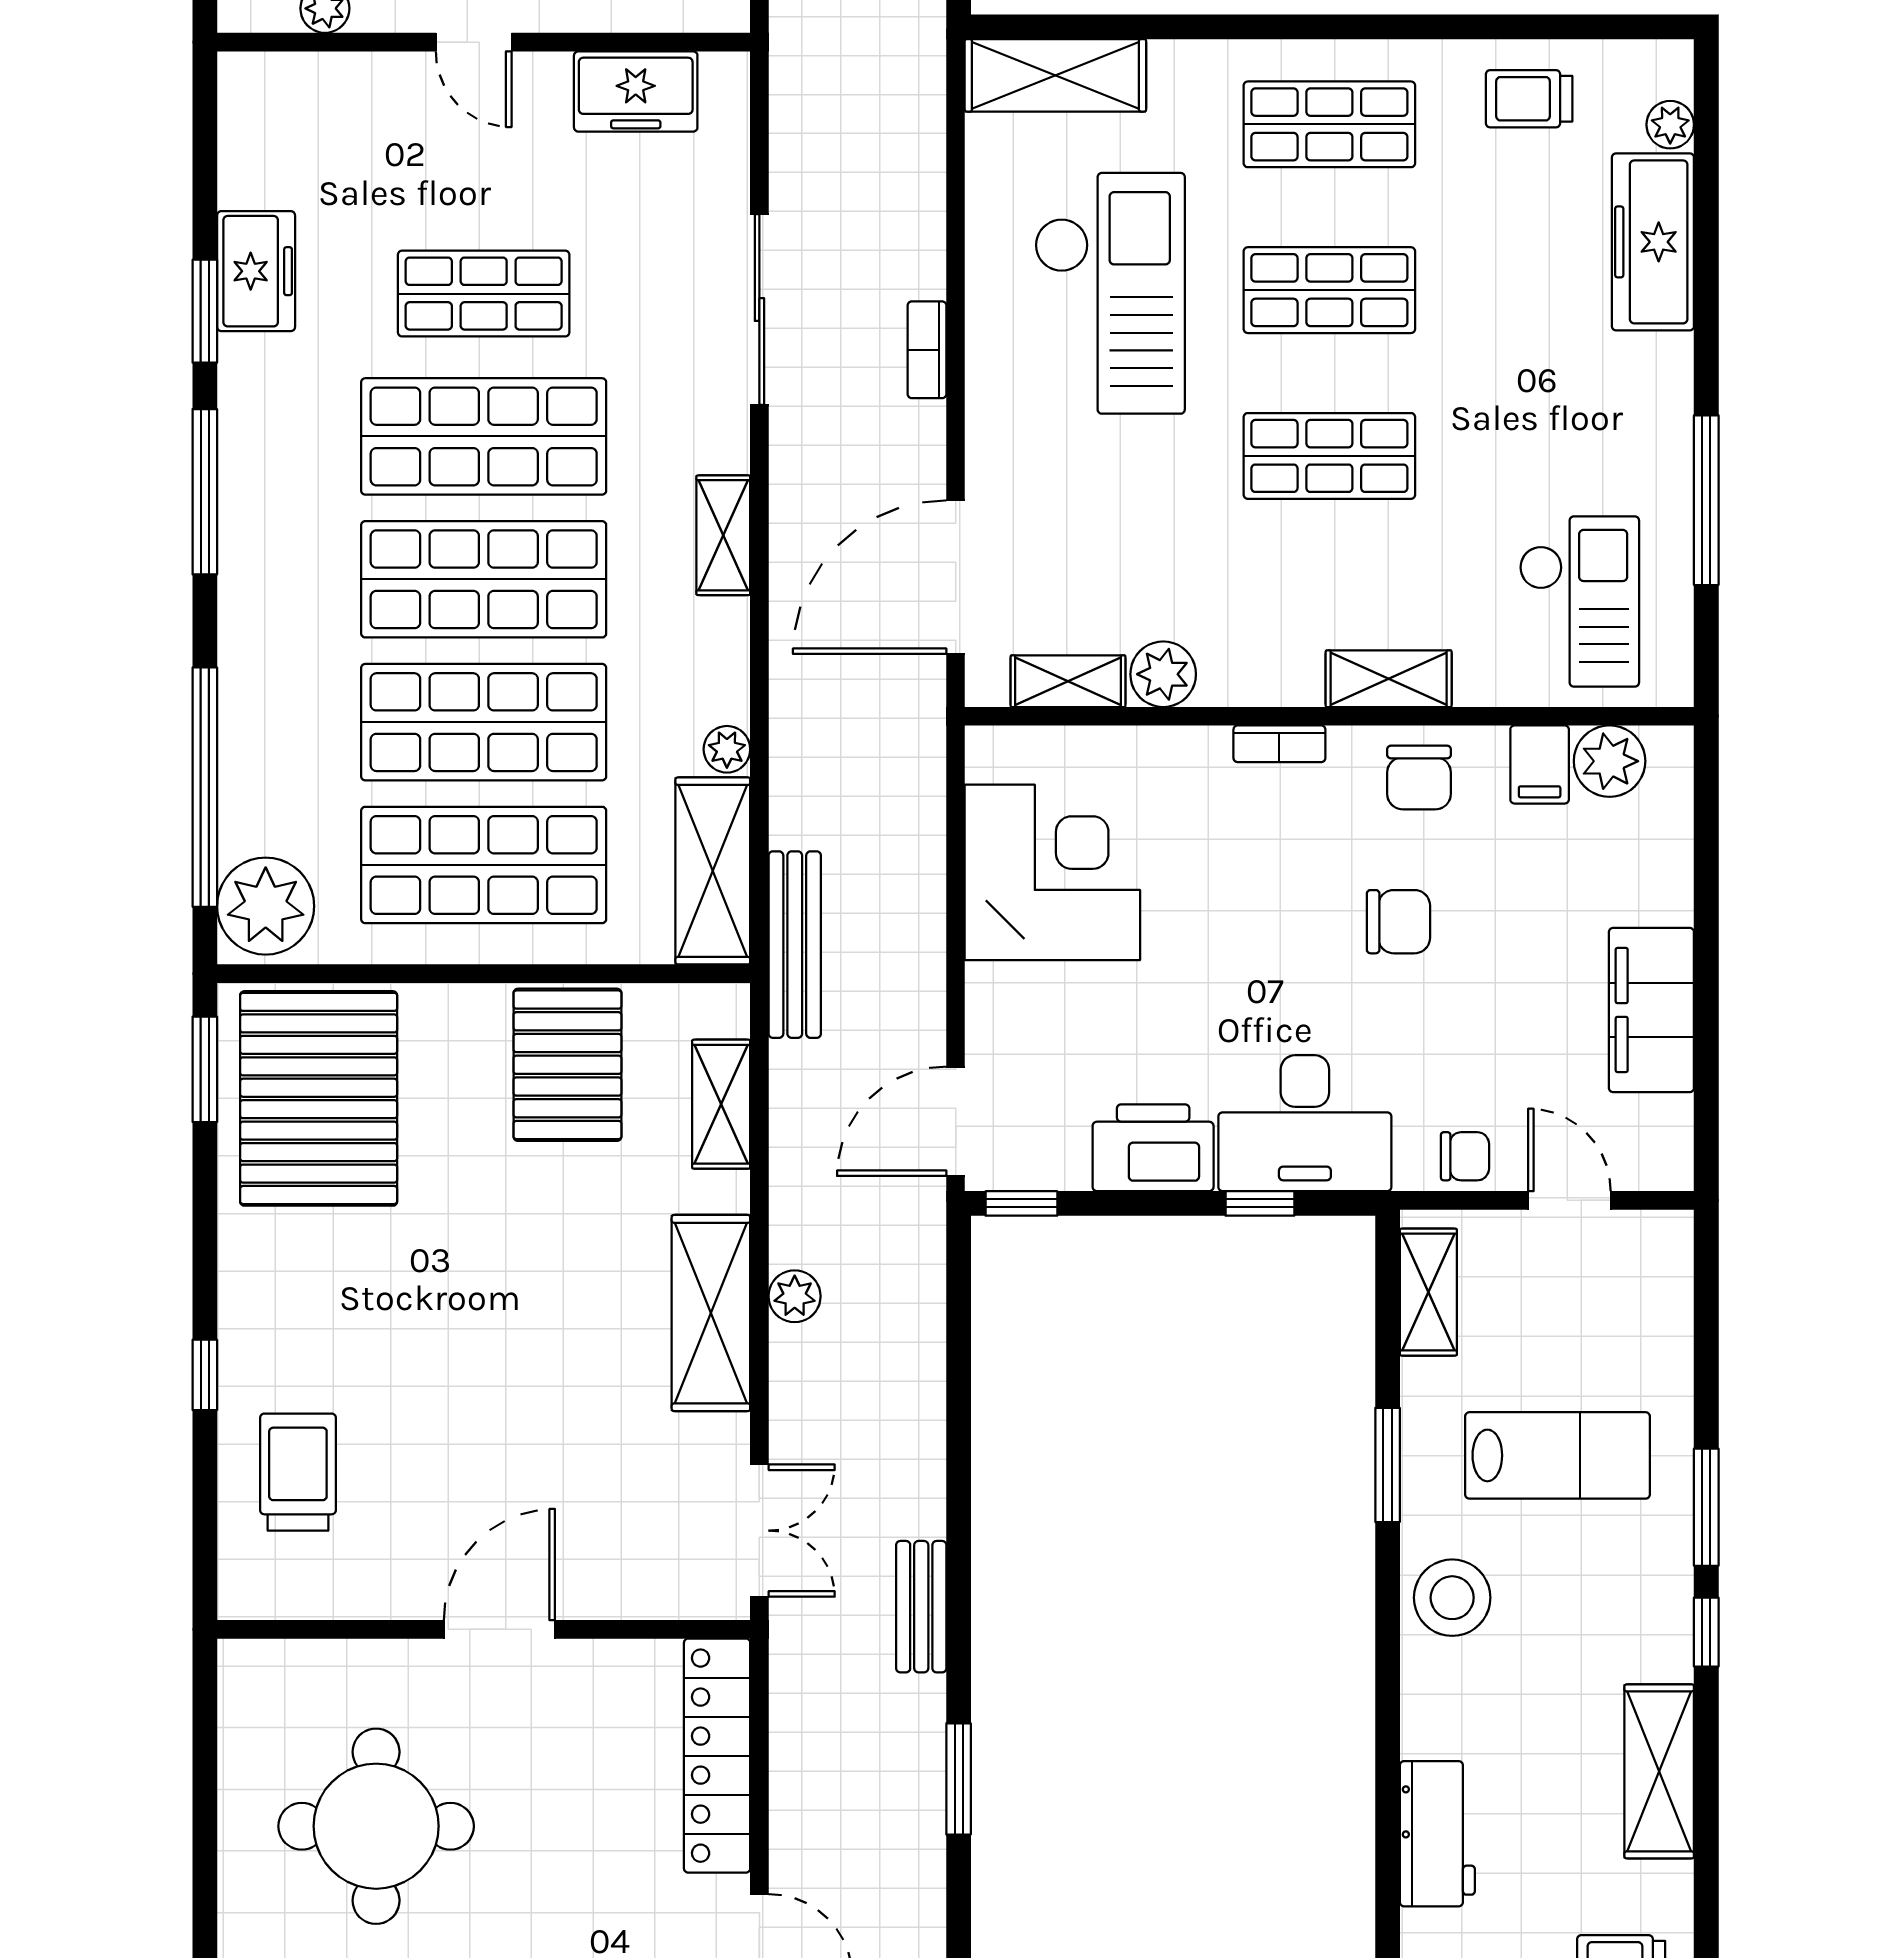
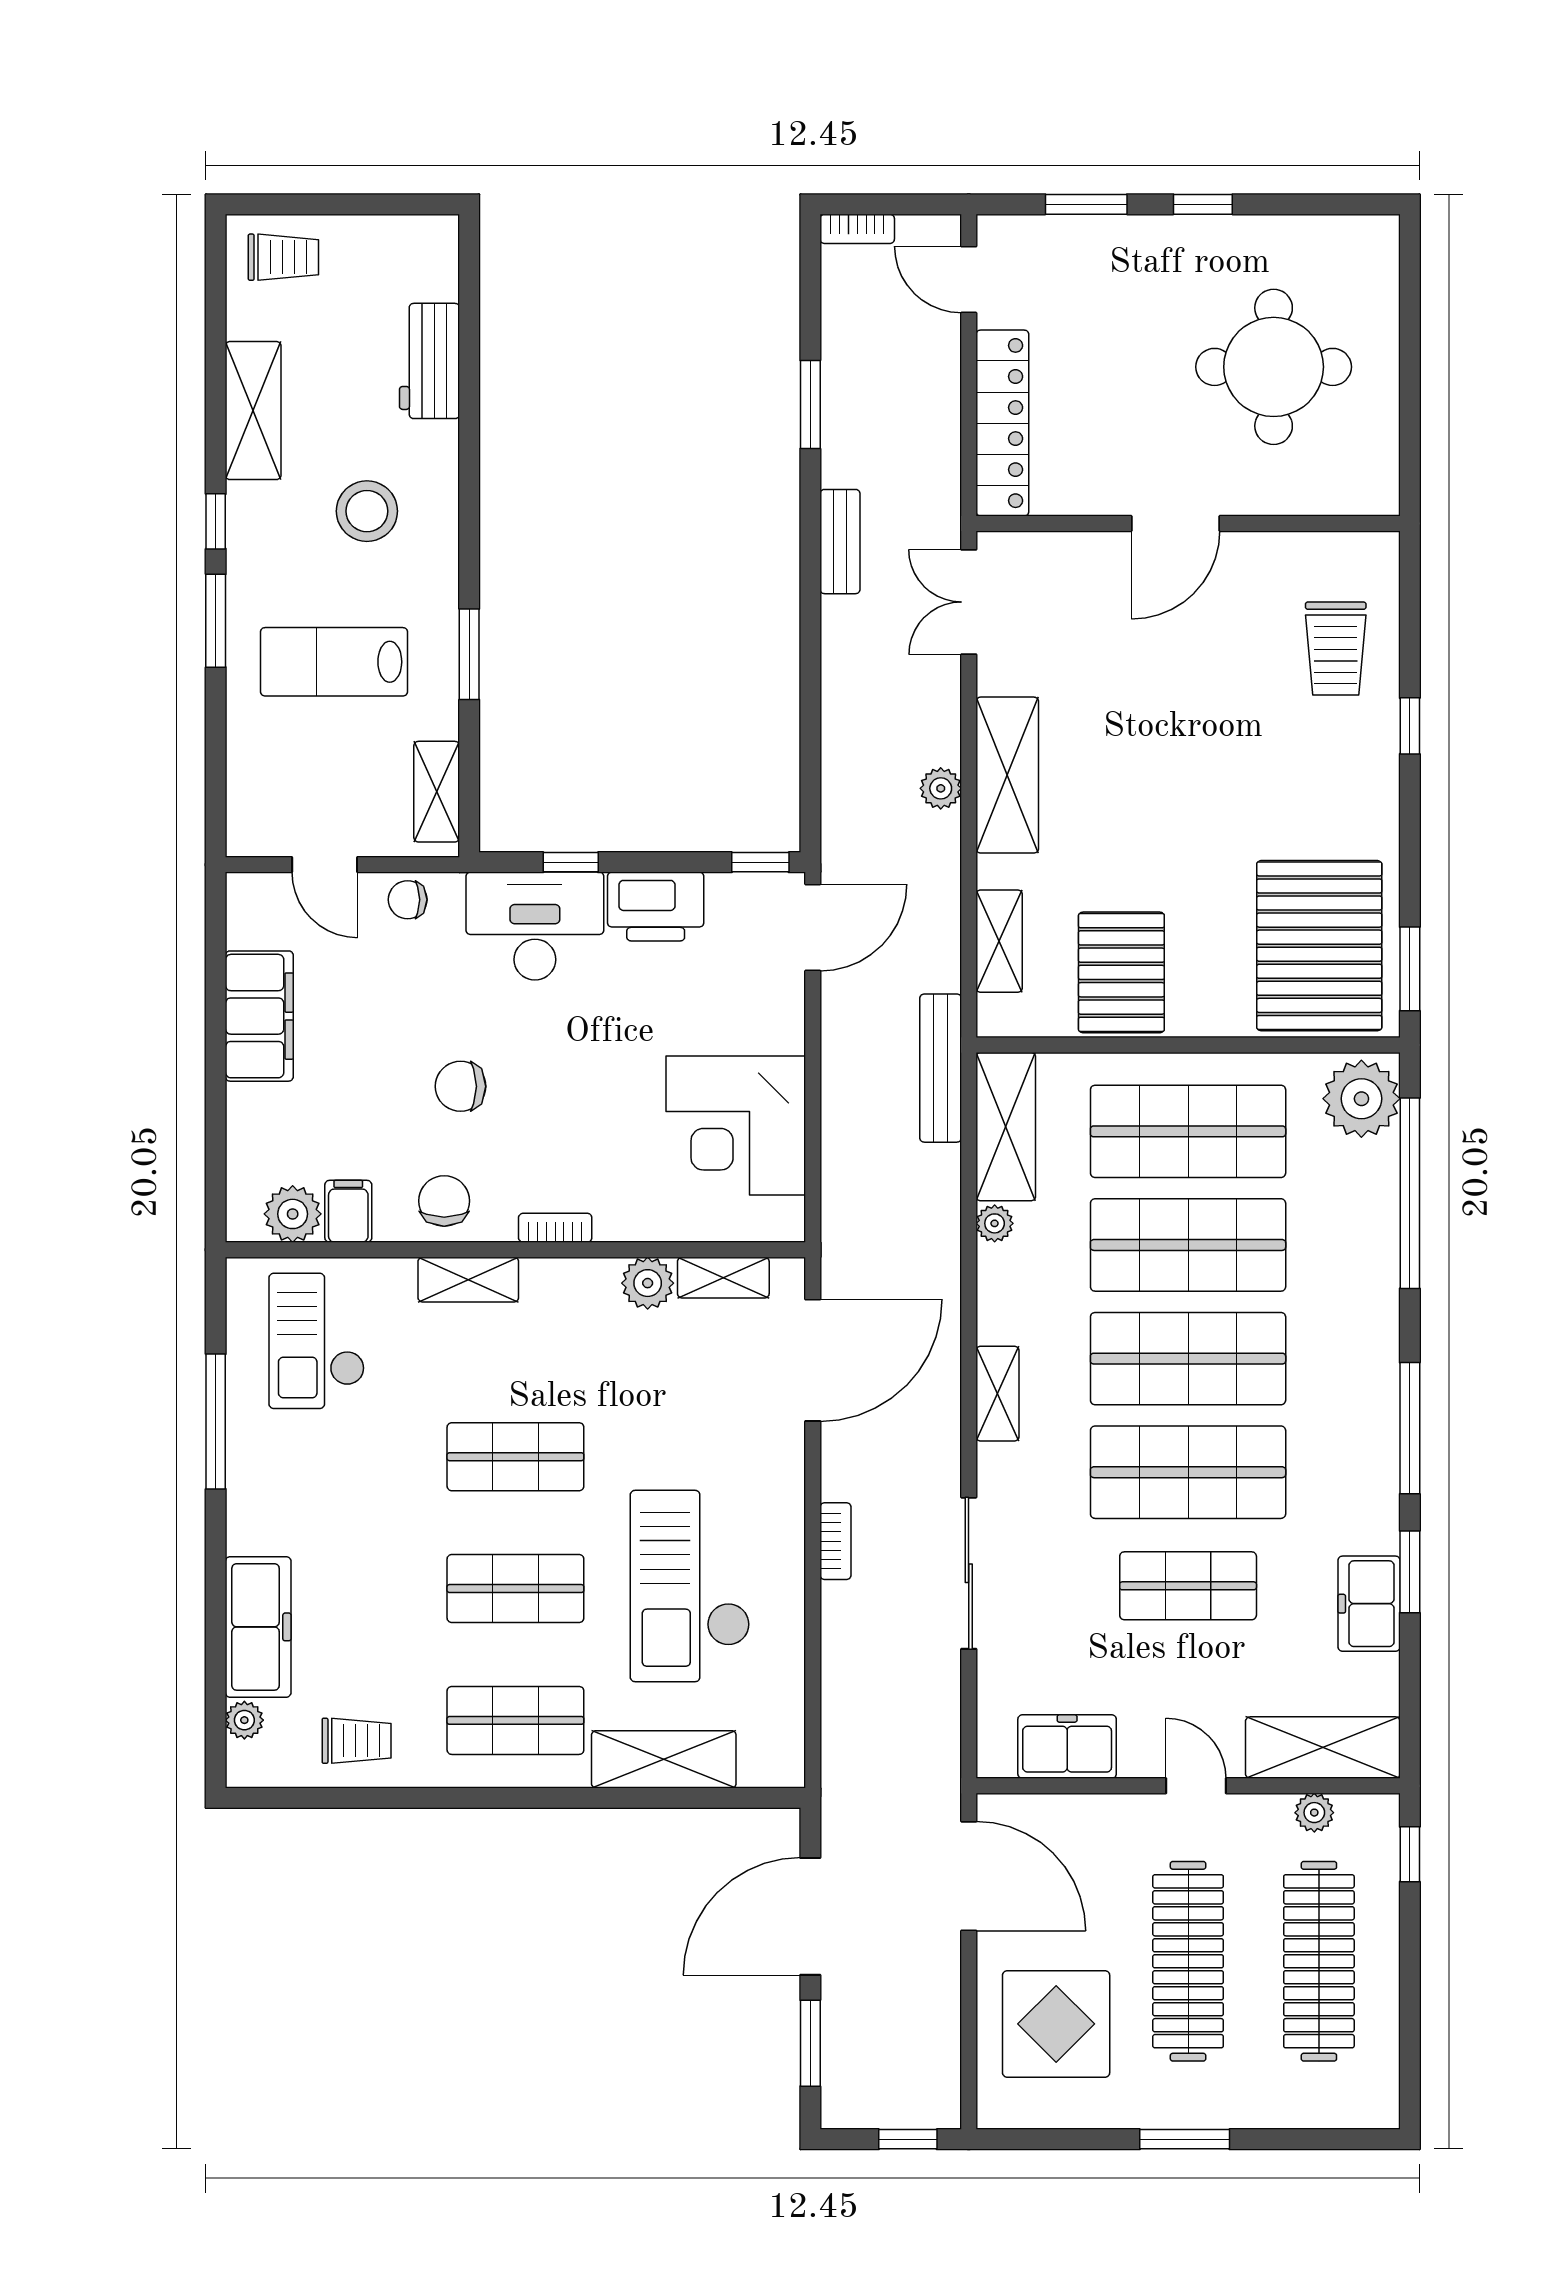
shelving: (1055, 75) -> (664, 1759), moved
shelving: (314, 90) -> (1323, 1748), added
stool: (1452, 1598) -> (367, 511), moved

